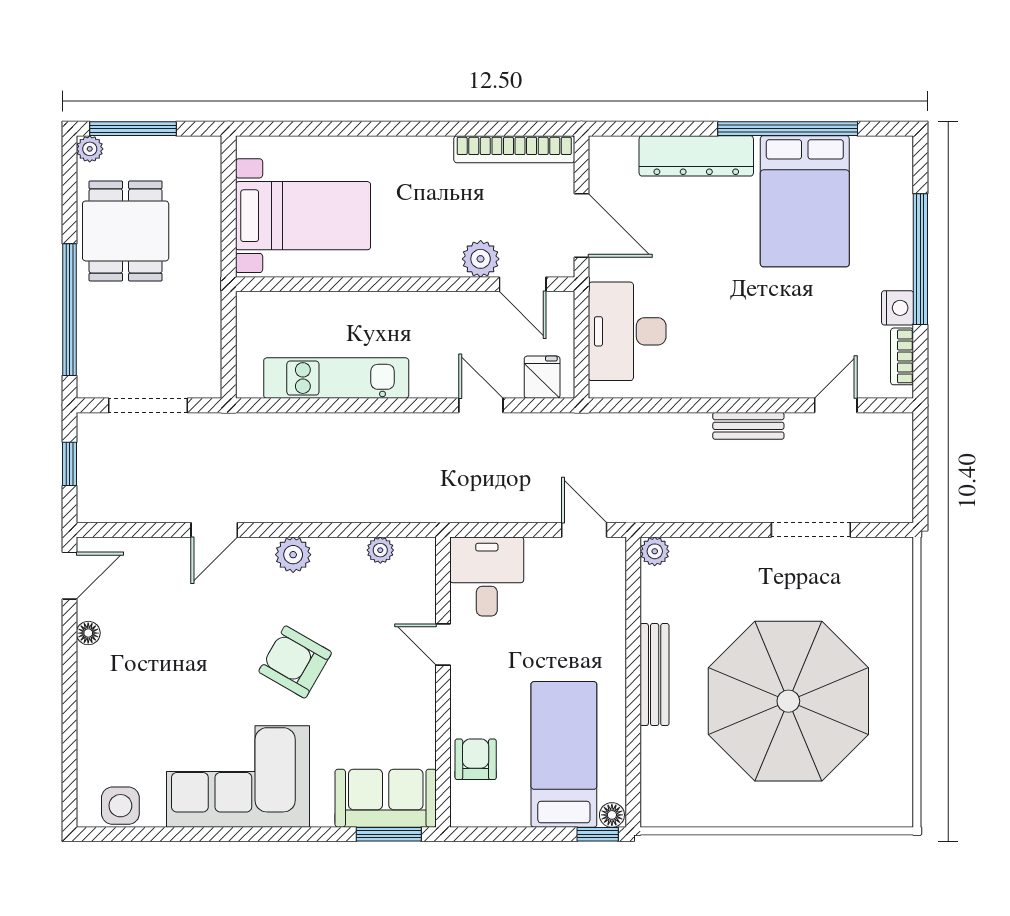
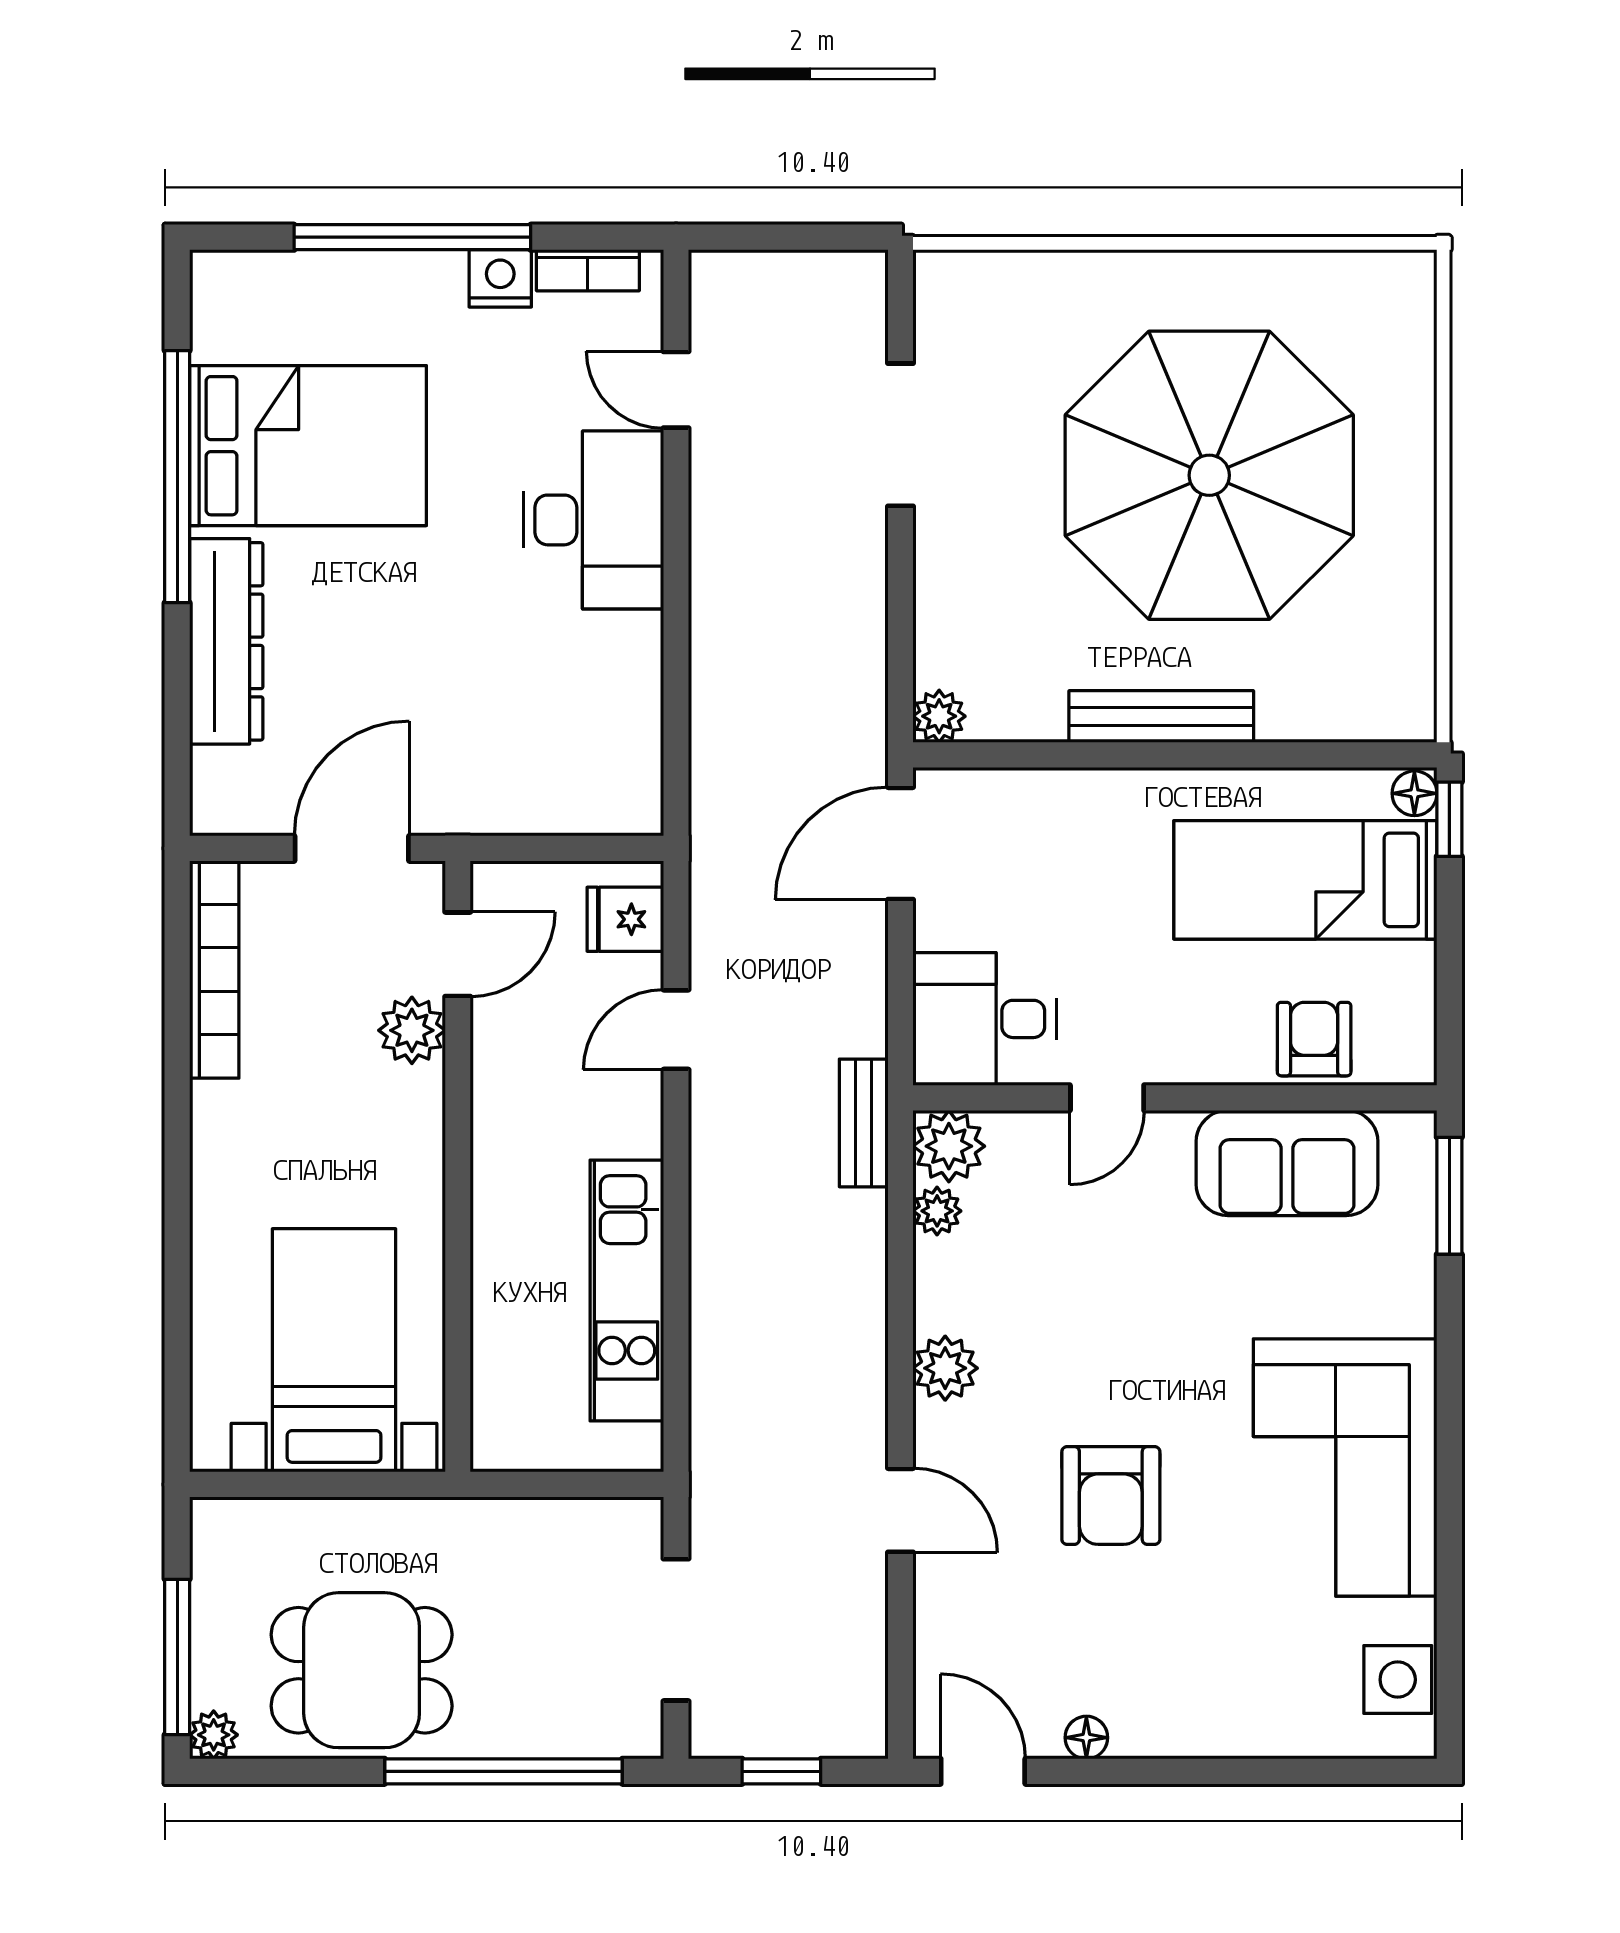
desk: (627, 331) -> (594, 520), moved, turned -90
bench: (748, 426) -> (864, 1123), moved
door: (584, 530) -> (901, 843), width x1.37
plant: (416, 557) -> (949, 1146), added
armchair: (295, 662) -> (1111, 1495), moved, turned -30
armchair: (476, 759) -> (1314, 1039), turned 90
sofa: (386, 798) -> (1287, 1163), moved, turned -90

